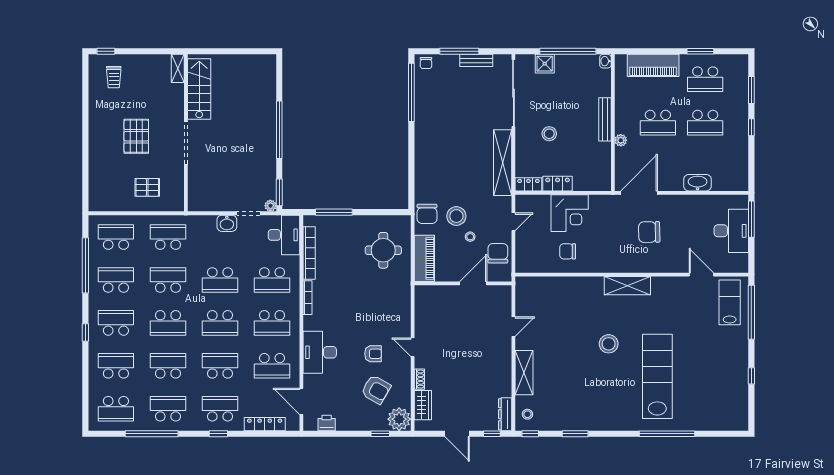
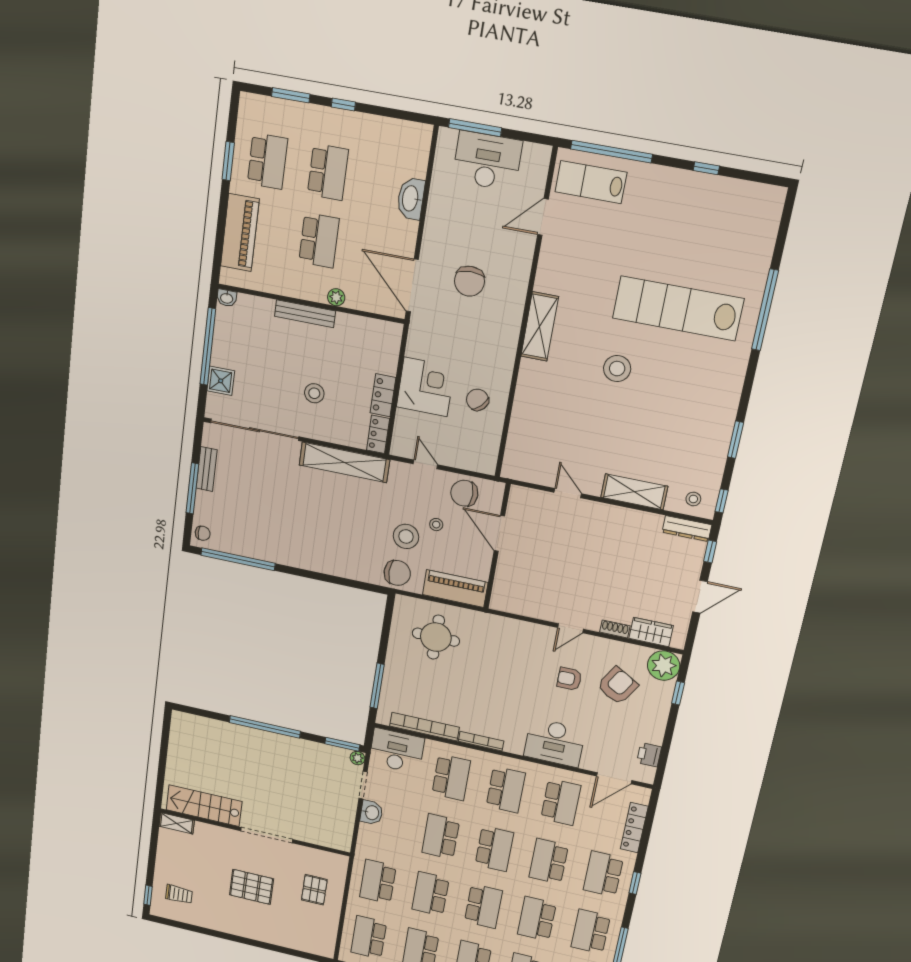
chair: (568, 251) -> (477, 400), turned 134
school desk: (220, 280) -> (441, 836), turned 180
armchair: (373, 354) -> (569, 679), turned -90

